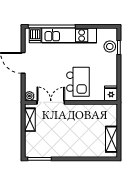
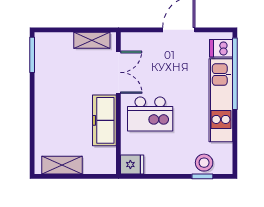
plant: (29, 96) -> (128, 40), removed
freezer: (82, 112) -> (104, 120), added

